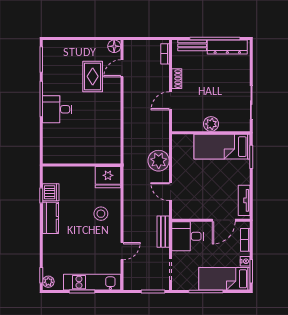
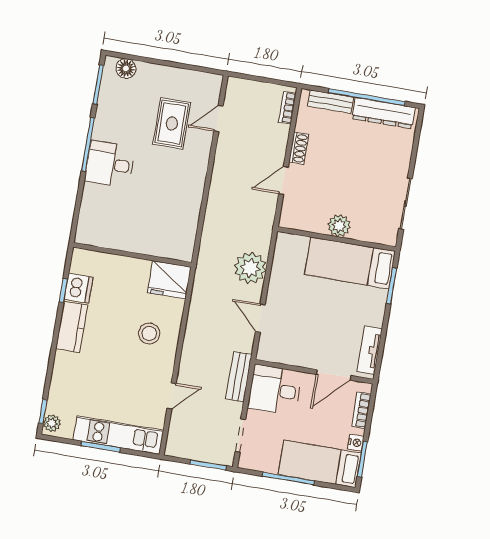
floor lamp: (114, 46) -> (126, 68), moved

